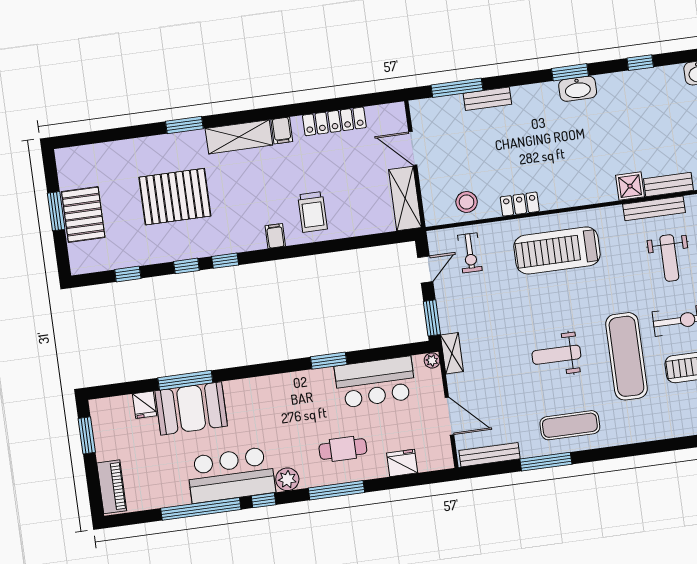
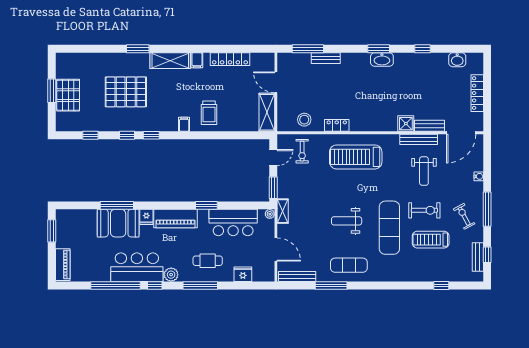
piano: (282, 389) -> (175, 219), added
fridge: (145, 405) -> (146, 217), moved

